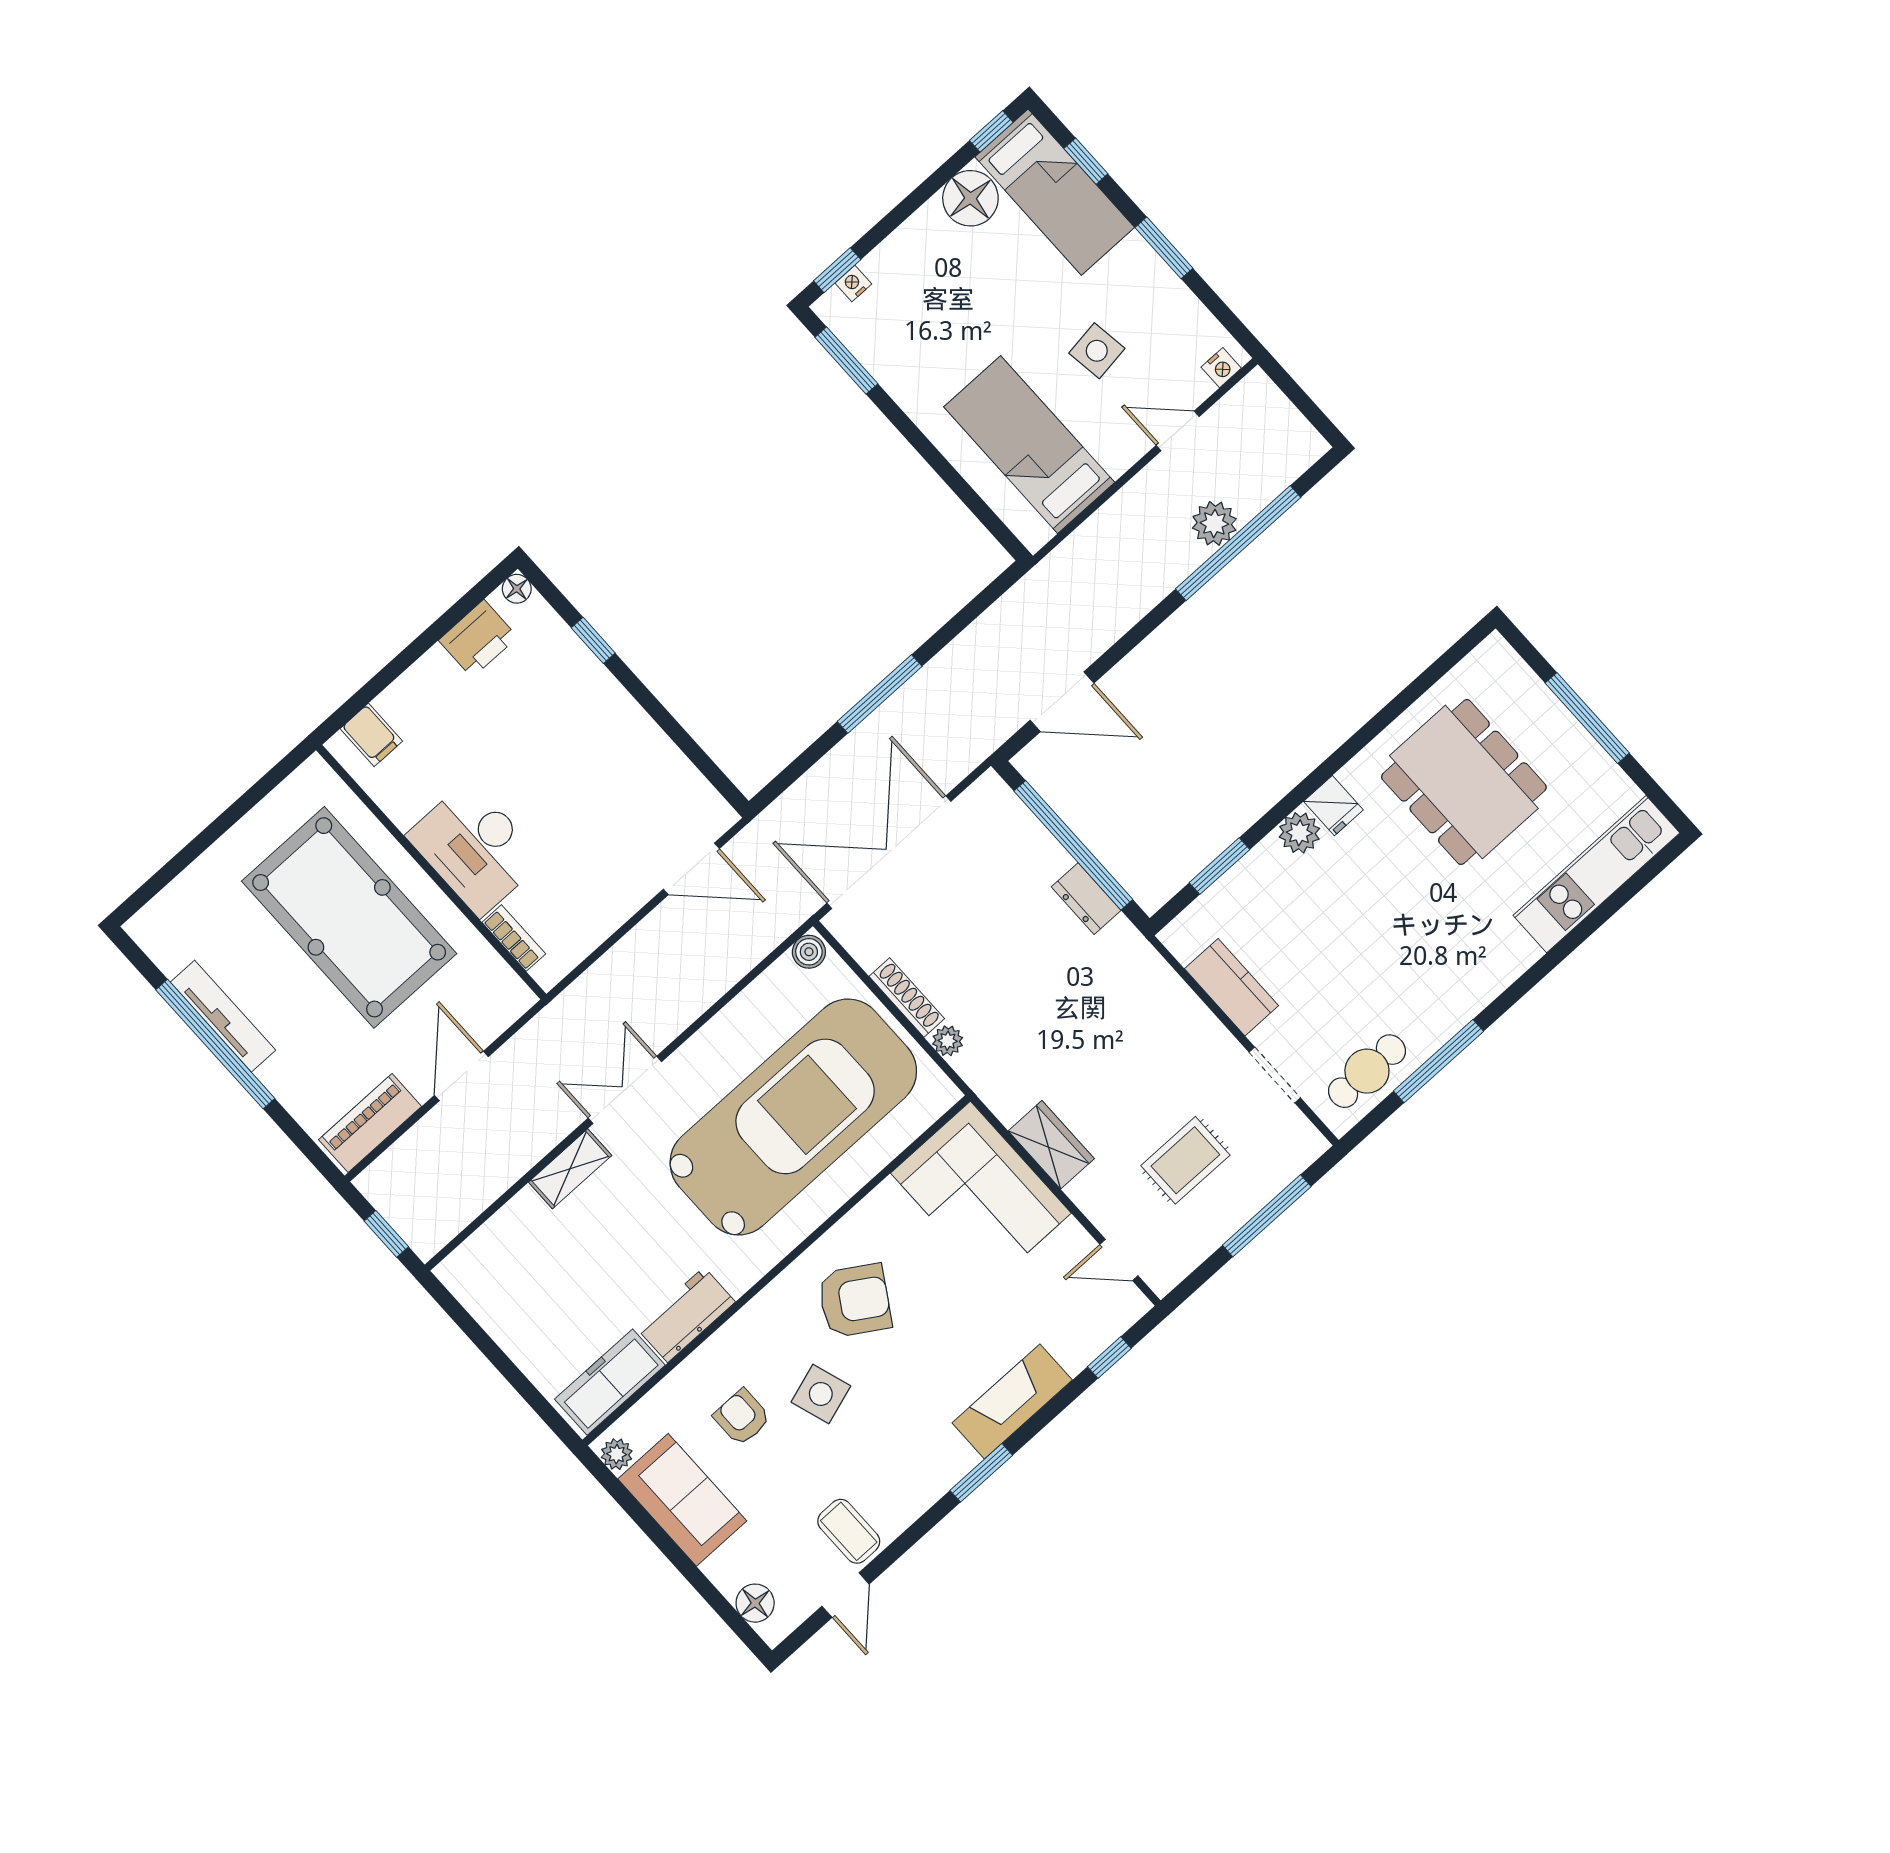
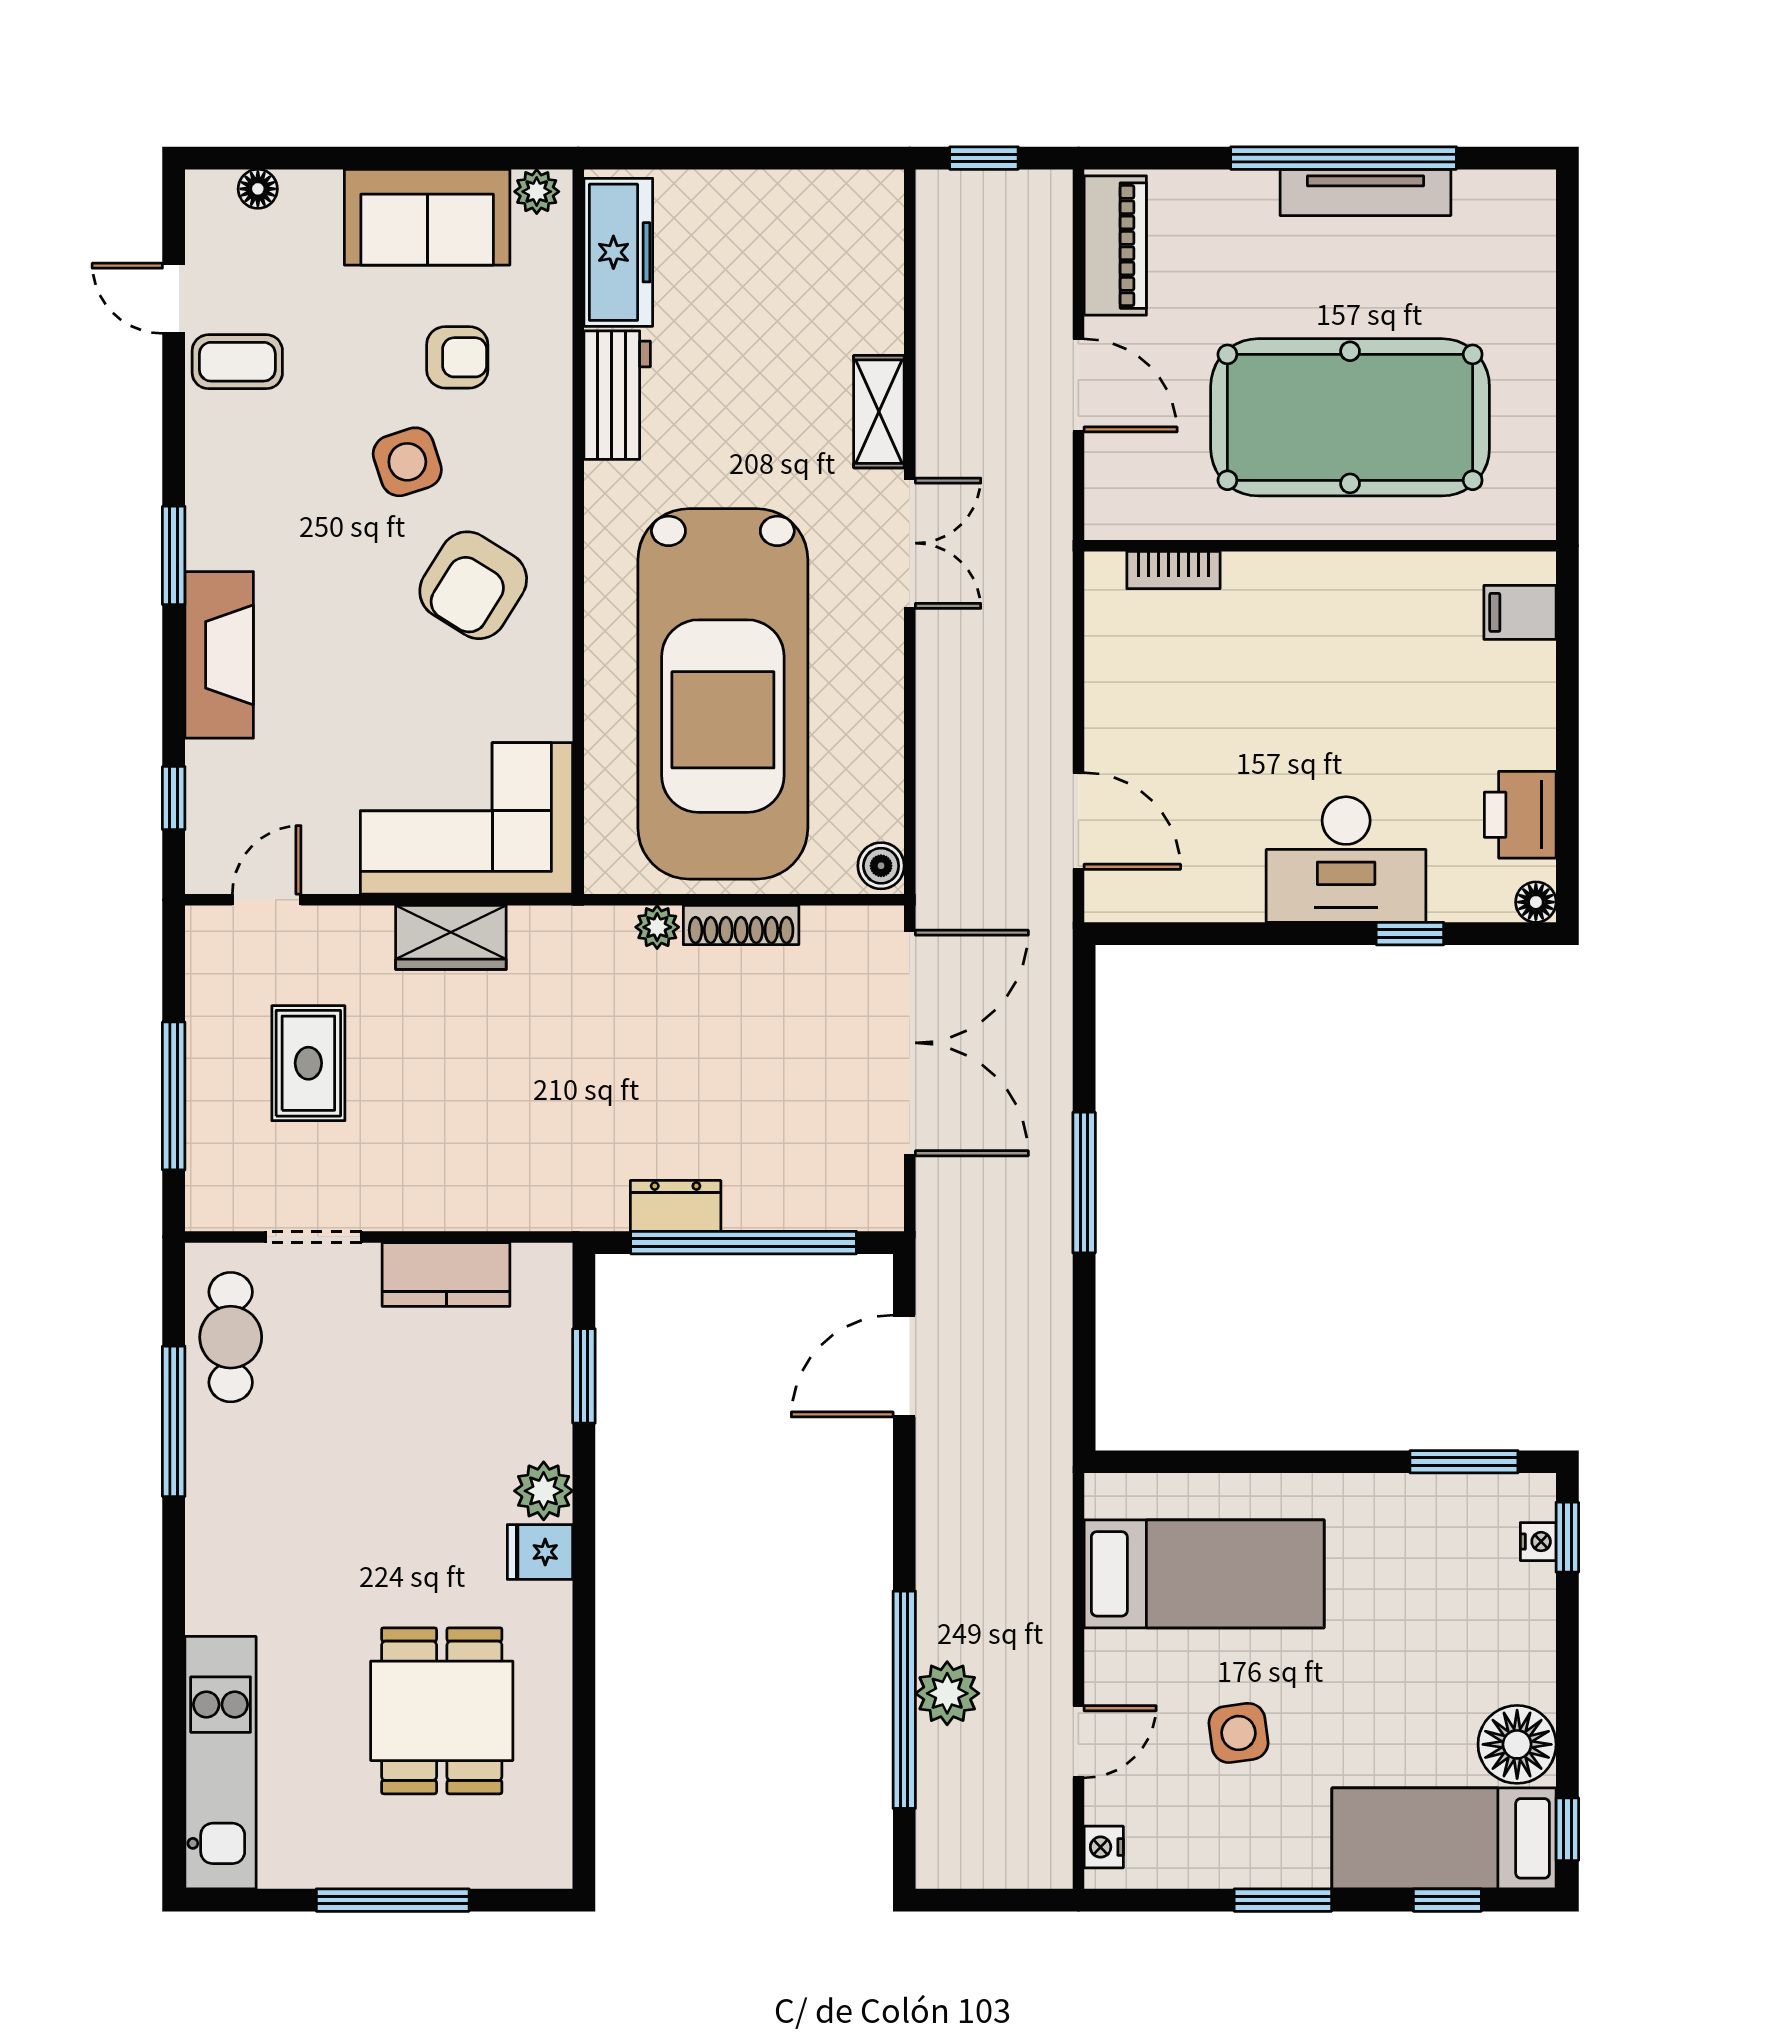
dining table: (1464, 782) -> (442, 1711), width x0.73
desk: (475, 848) -> (1346, 859), moved, turned 180
door: (691, 869) -> (1078, 821), swing flipped
floor lamp: (755, 1603) -> (258, 189), width x0.73, depth x0.73

